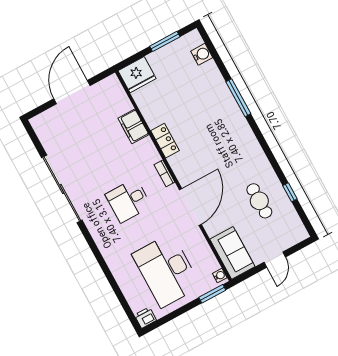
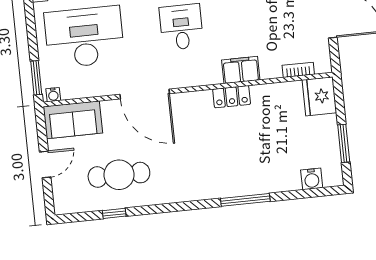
filing cabinet: (133, 126) -> (241, 70), moved
bookcase: (164, 173) -> (298, 70), moved
cafe table: (259, 201) -> (119, 175), width x1.37, depth x1.35
door: (275, 260) -> (45, 164), swing flipped

